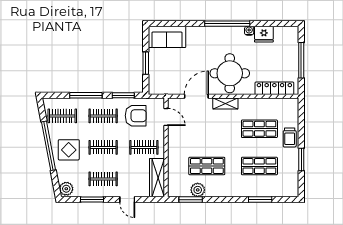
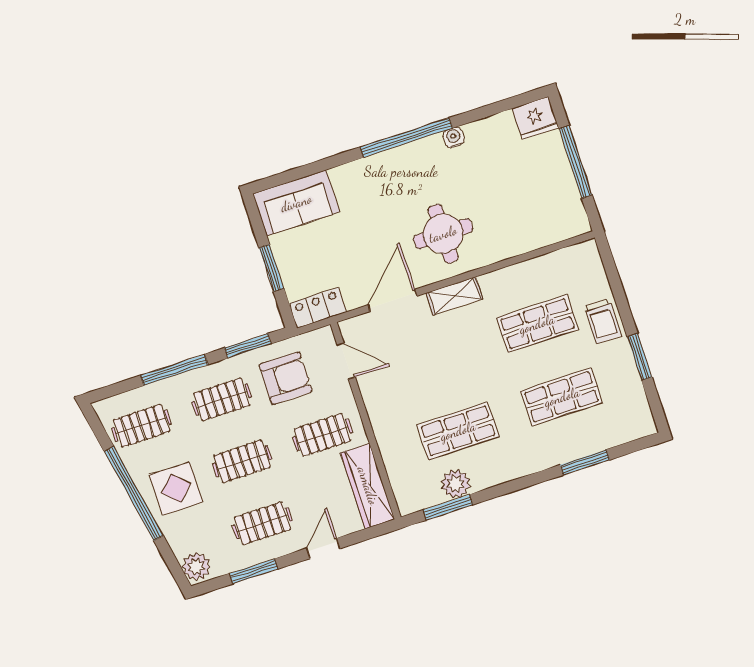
fridge: (264, 34) -> (535, 118), moved
round table: (230, 73) -> (443, 234), width x0.73, depth x0.73
locker: (274, 88) -> (318, 308), moved, width x0.66
door: (127, 200) -> (323, 548), swing flipped

